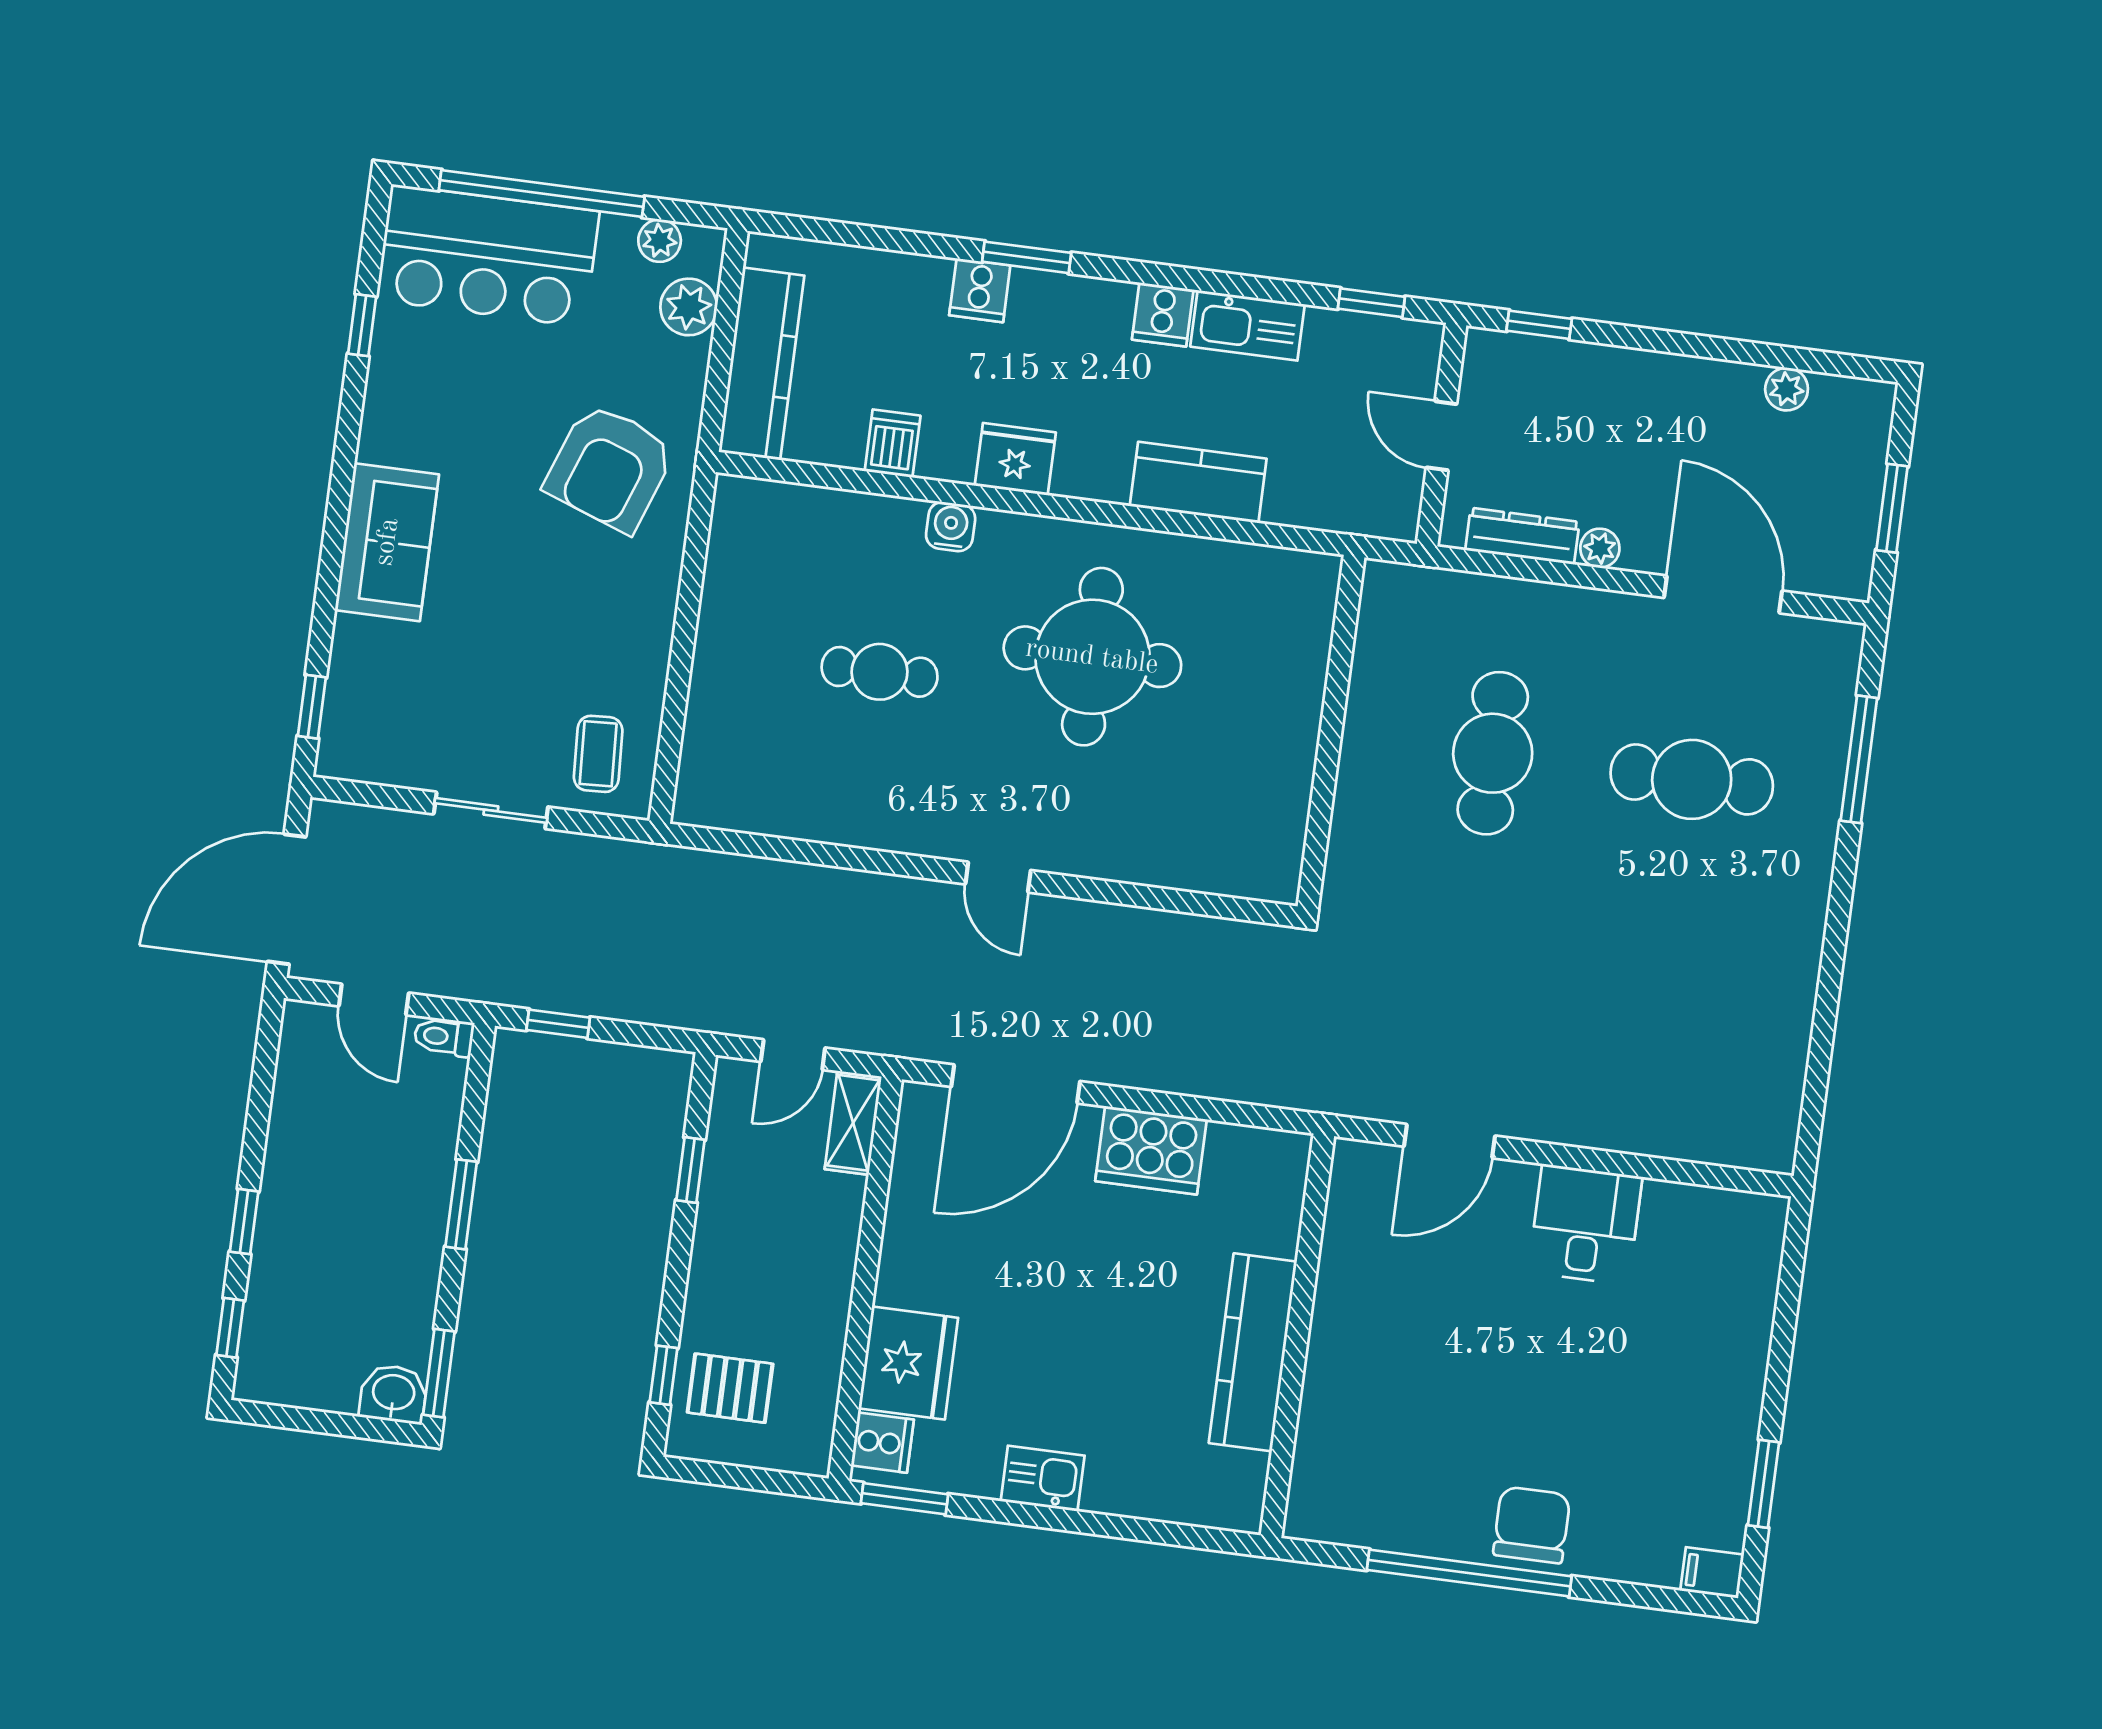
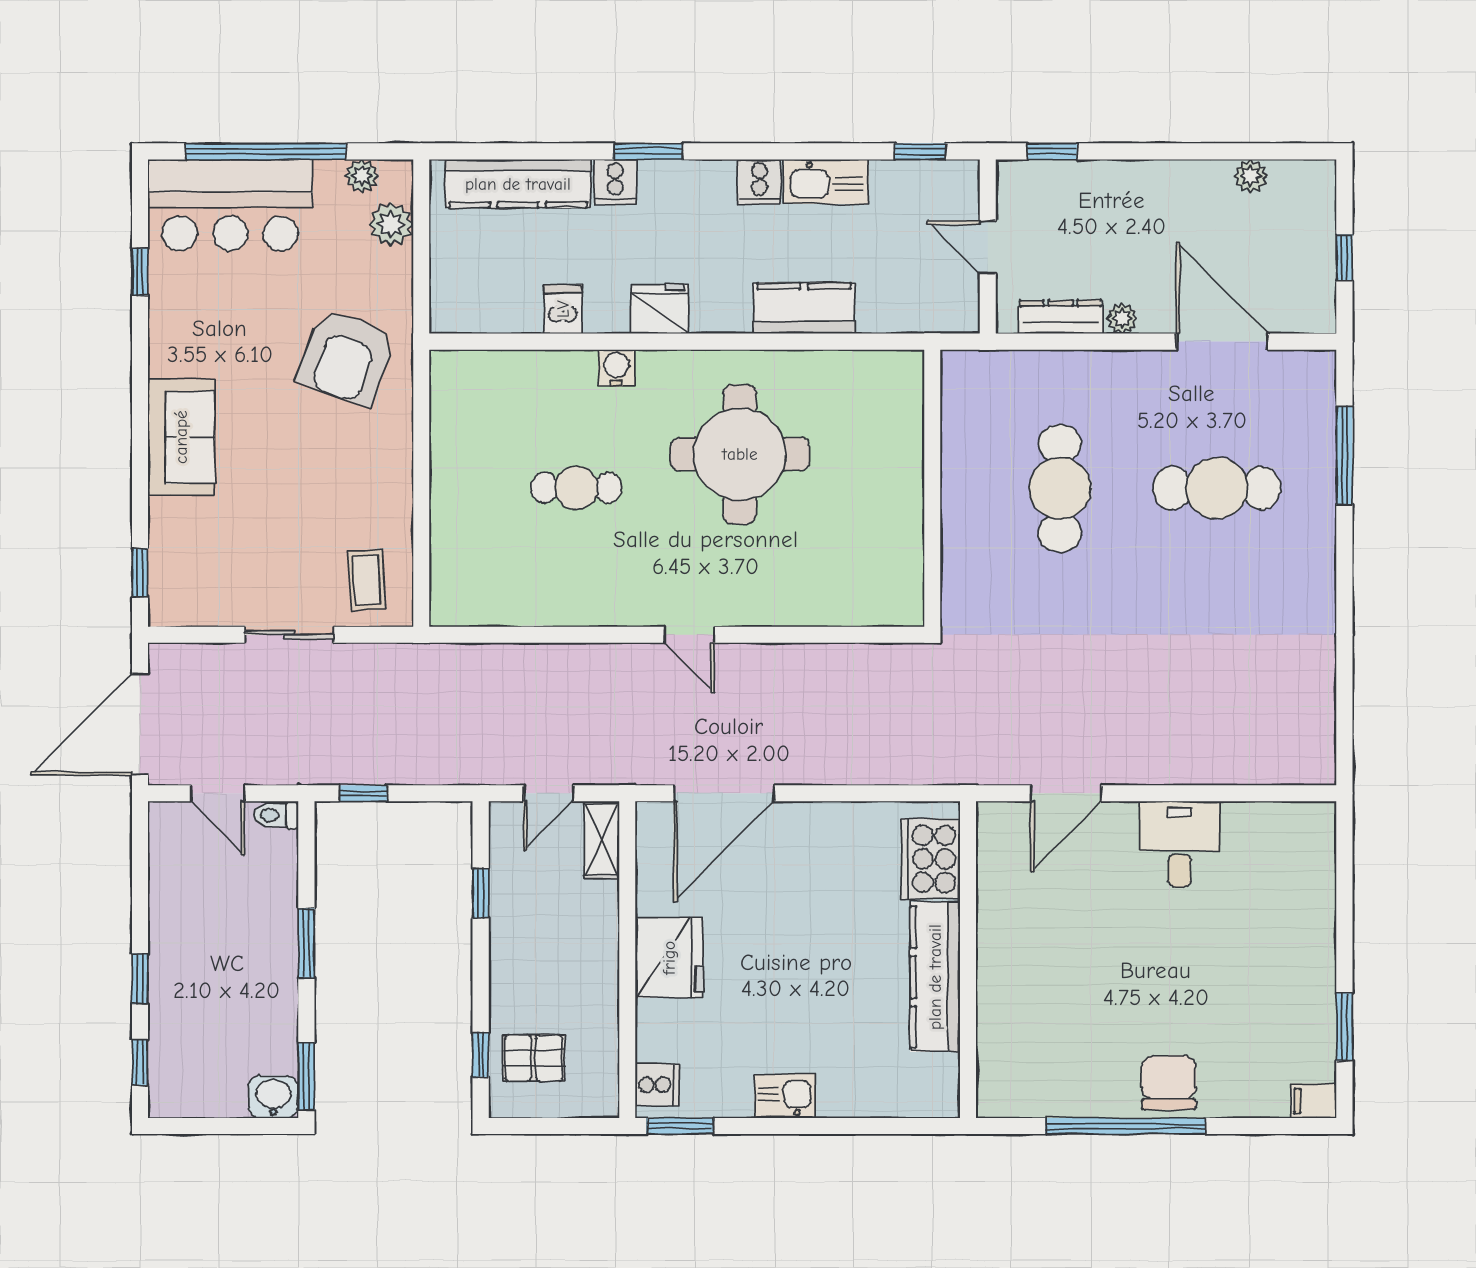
kitchen counter: (761, 364) -> (518, 184), moved, turned 90
window: (1892, 508) -> (1344, 258), width x0.67
cooker: (1151, 1150) -> (930, 859), moved, turned 90
fridge: (908, 1363) -> (669, 958), moved

